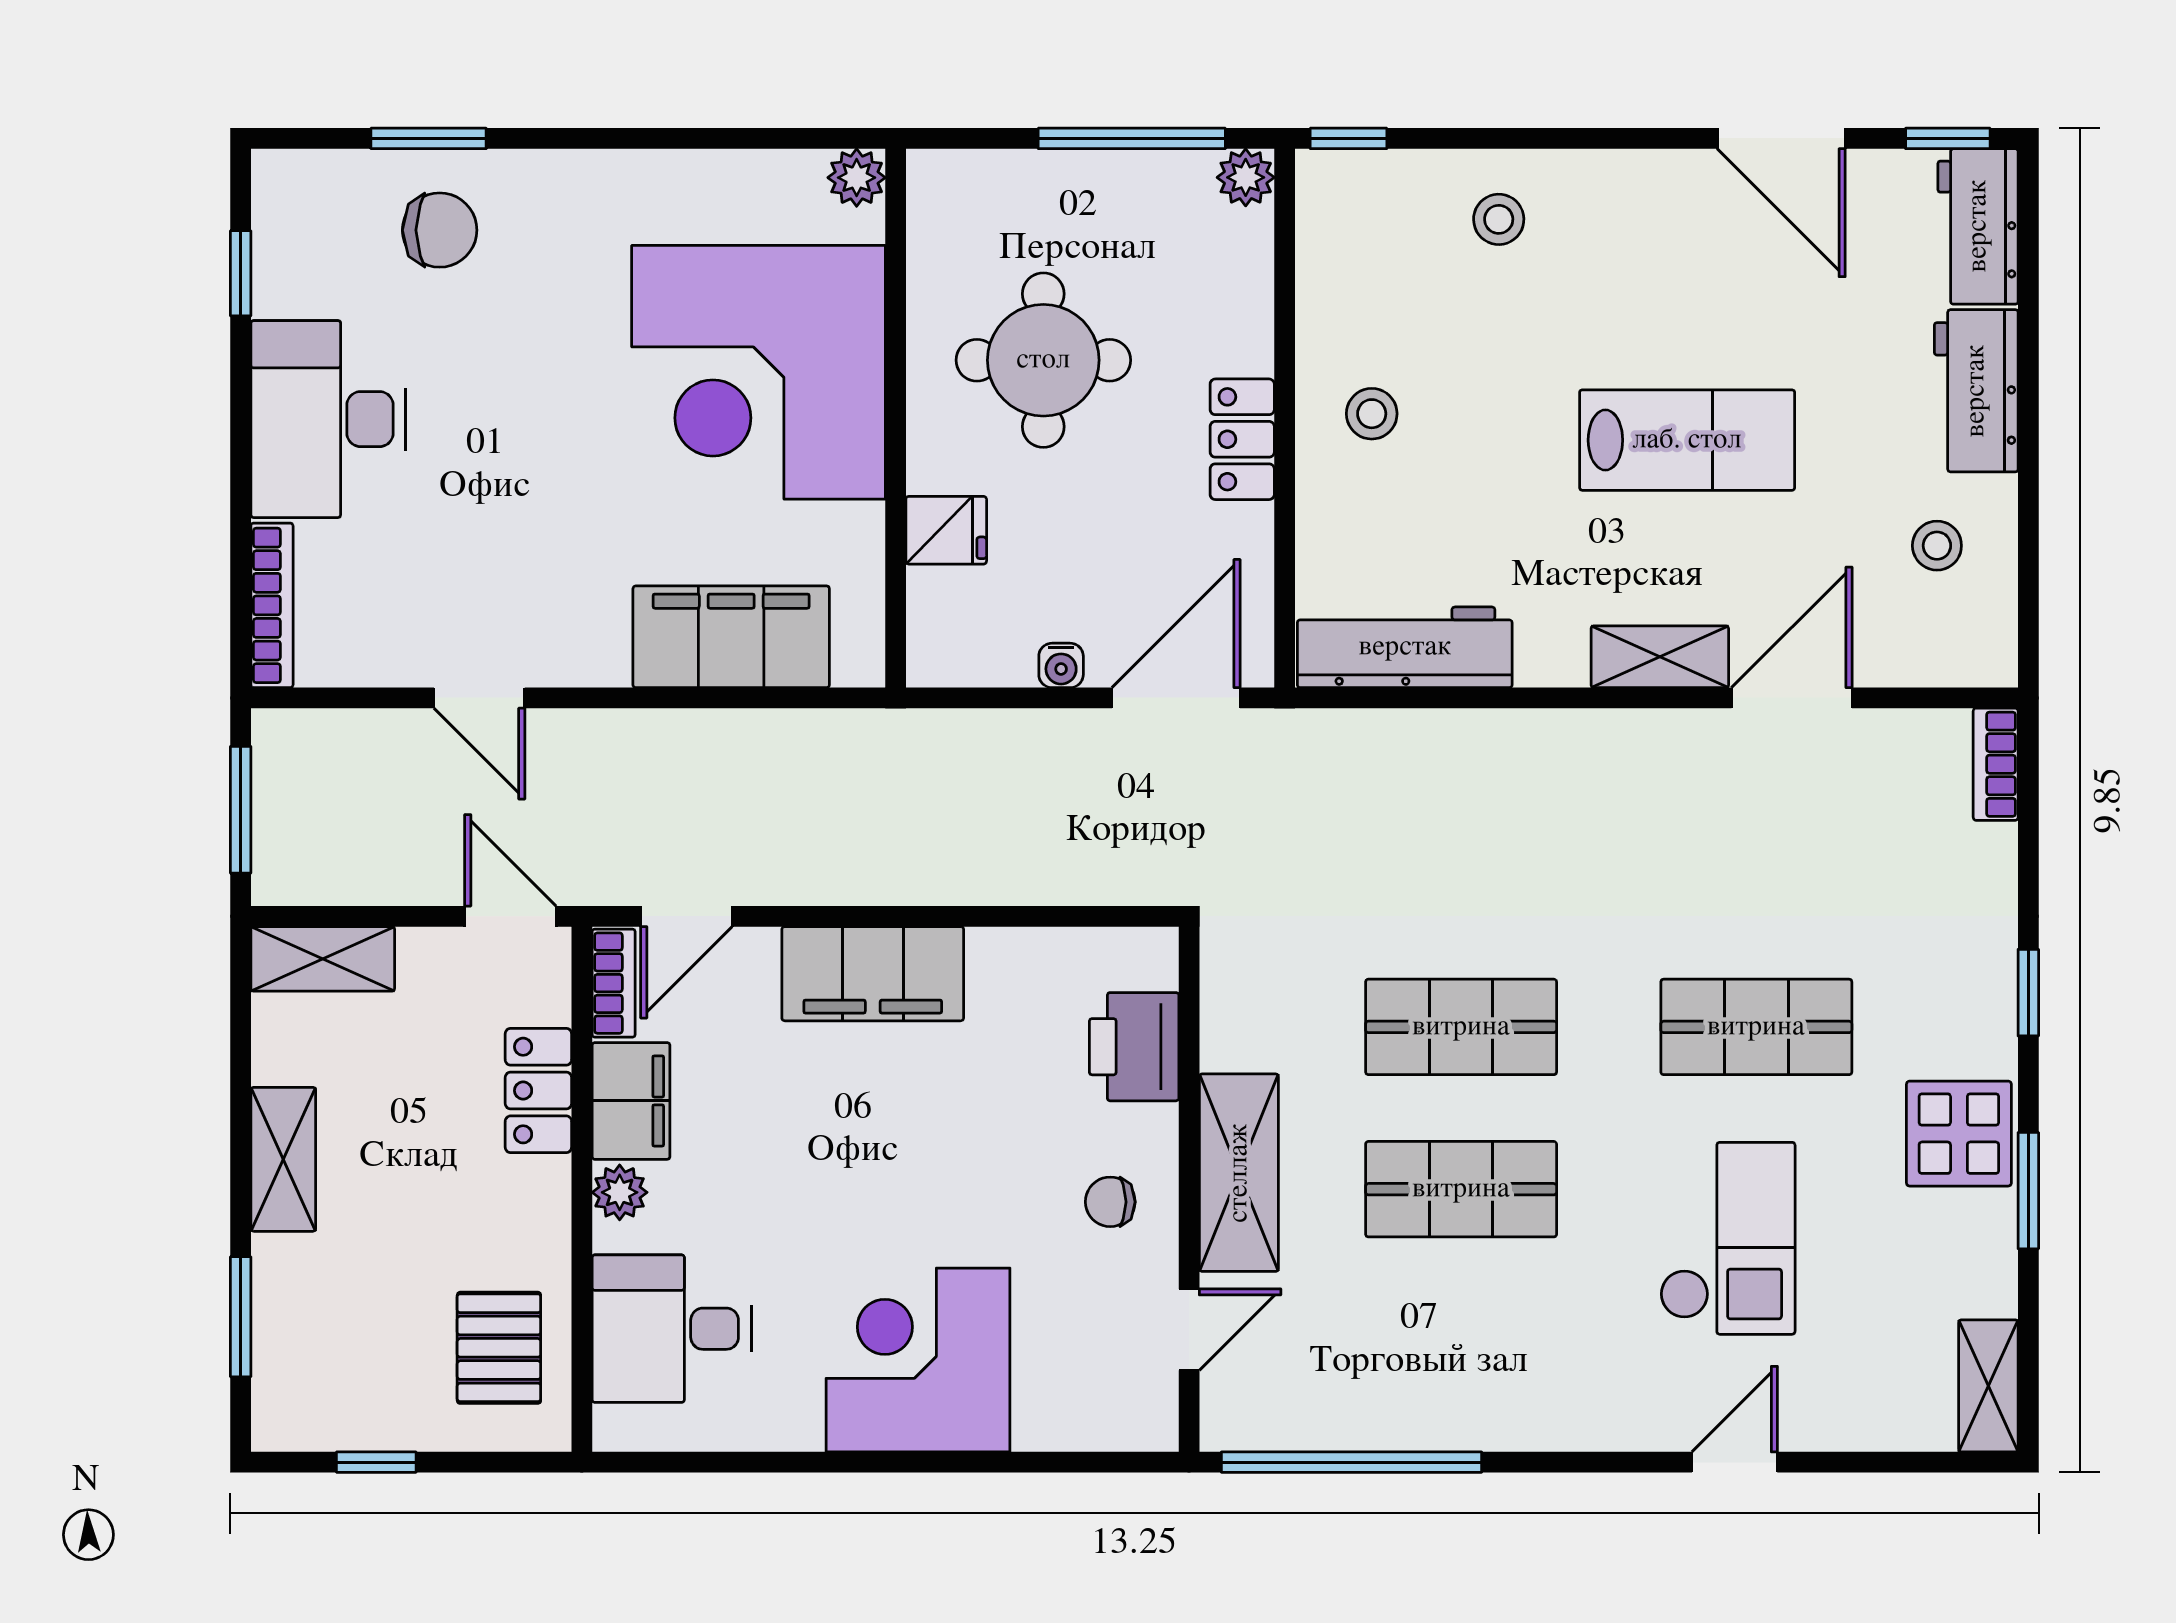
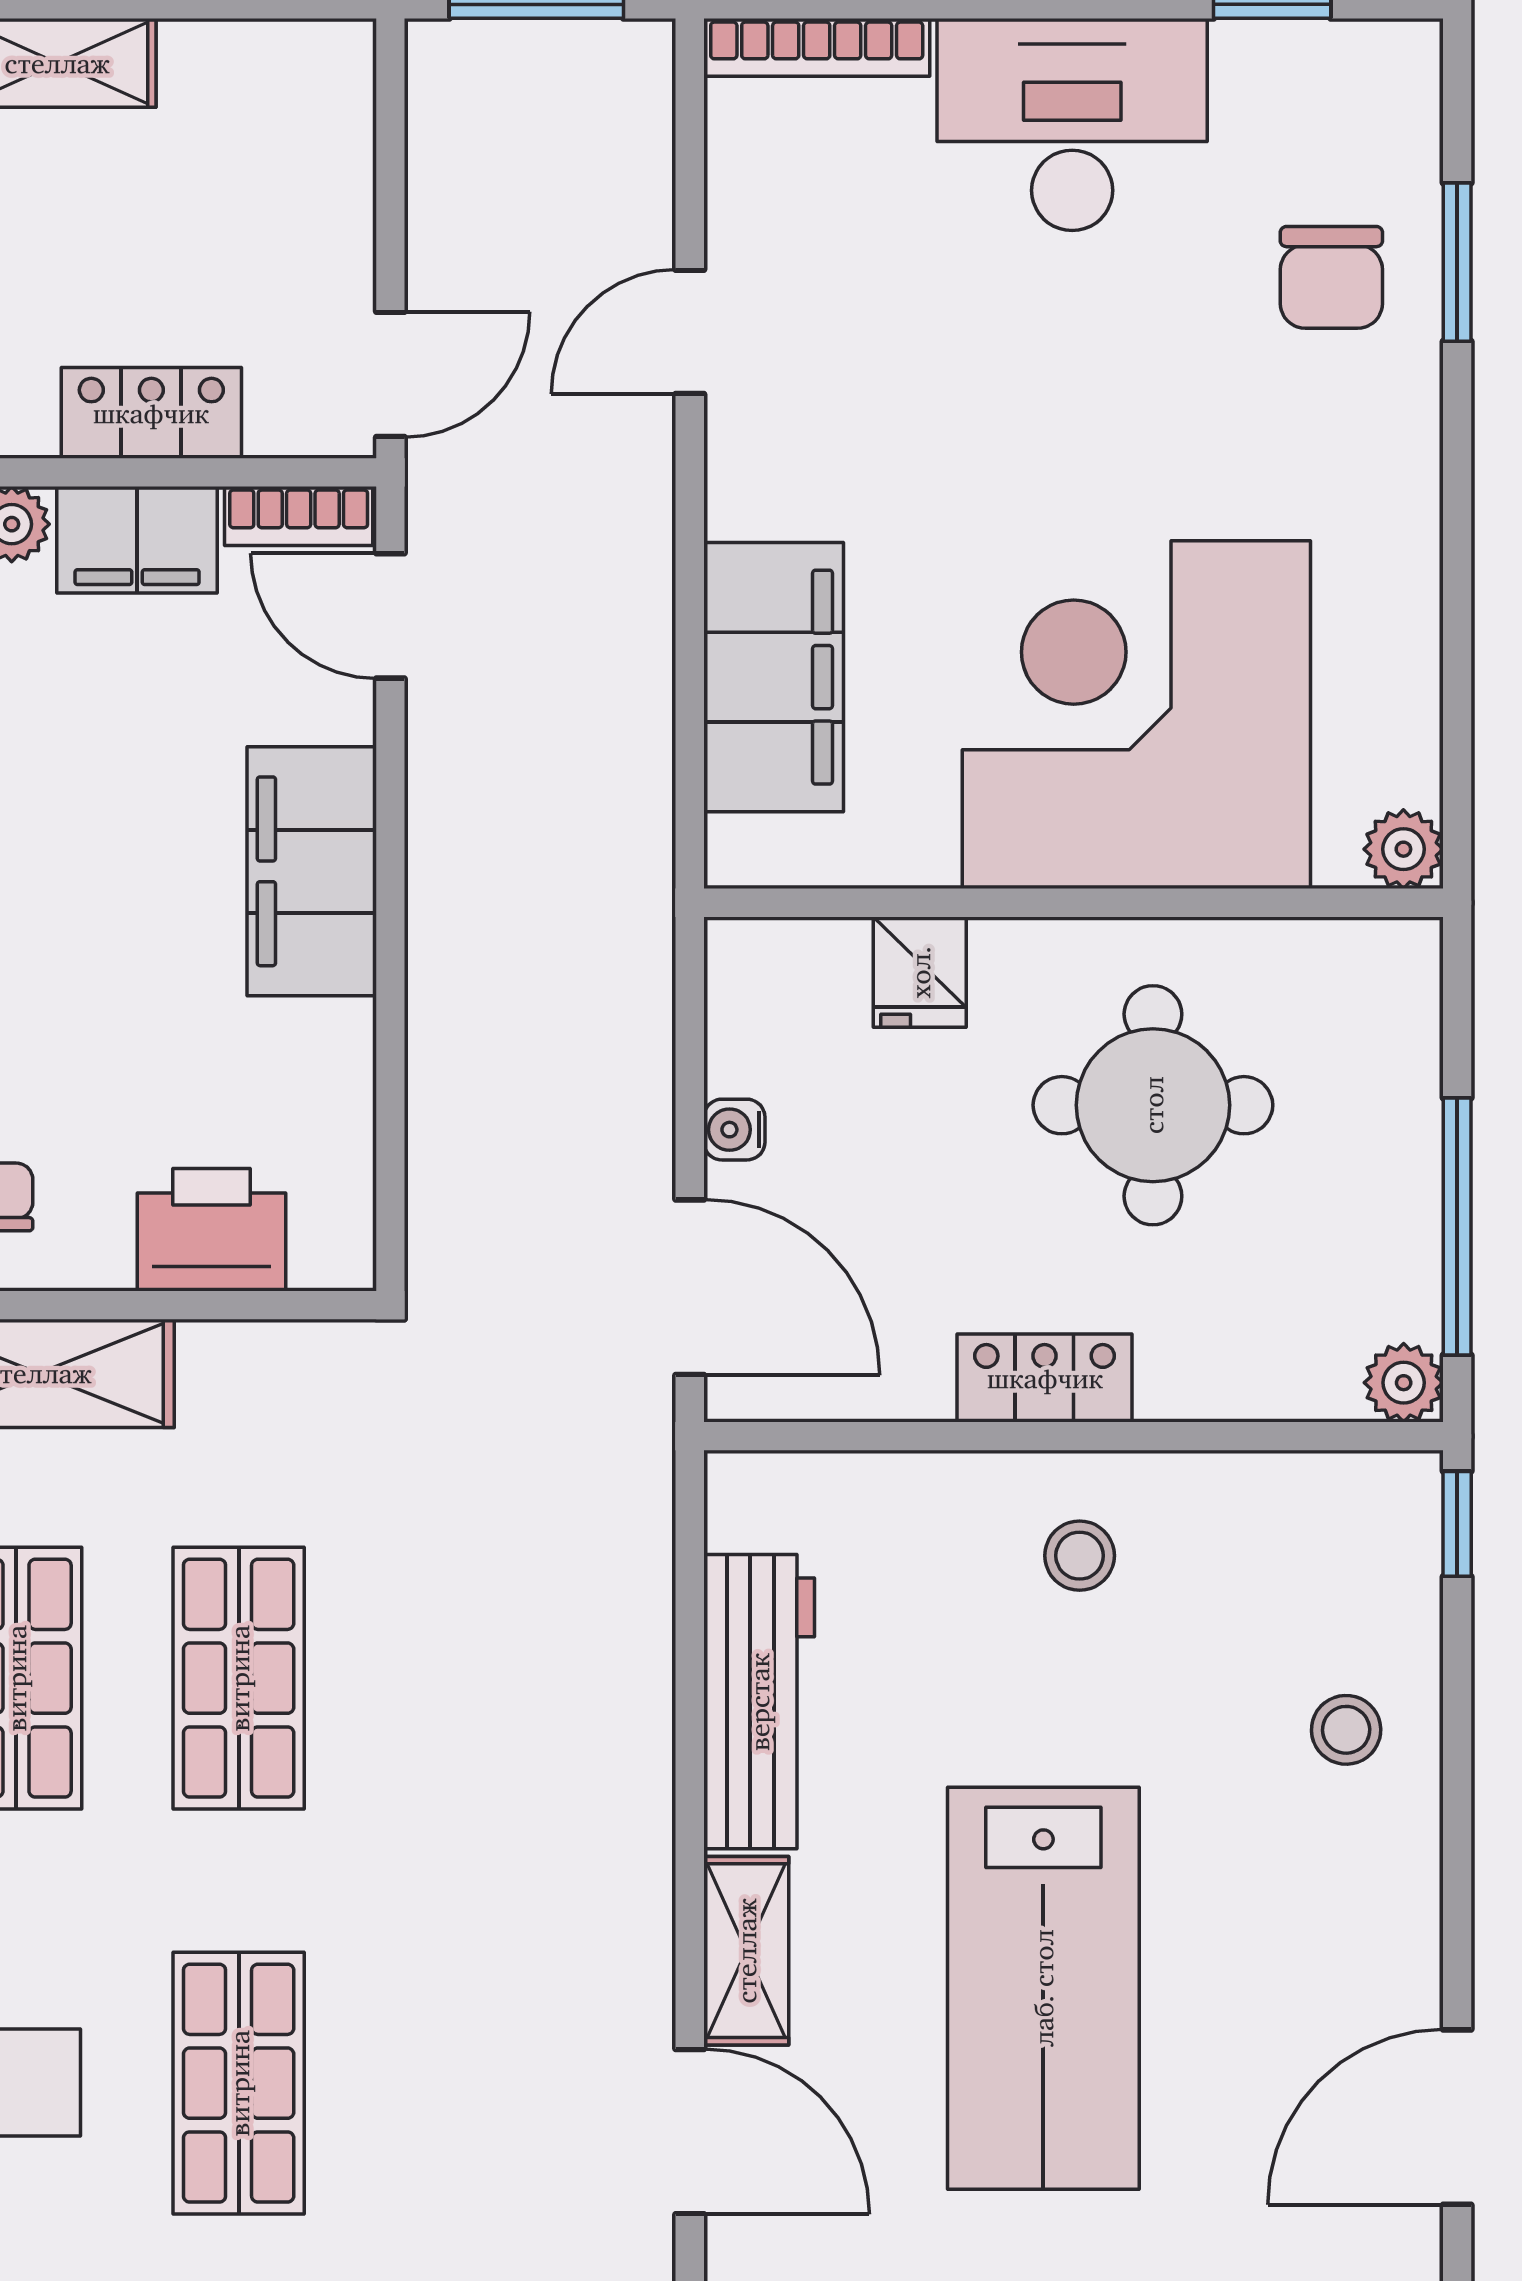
lab bench: (1687, 440) -> (1043, 1988), width x1.36, depth x1.39
workbench: (1405, 647) -> (759, 1702), moved
shelving: (323, 959) -> (332, 117), removed

